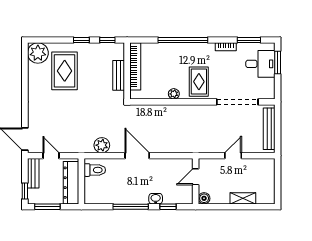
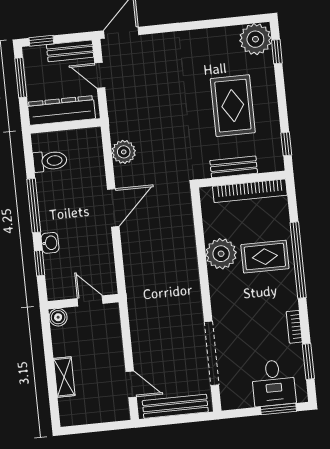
window: (81, 40) -> (277, 52), moved
rug: (65, 71) -> (233, 106), moved, turned 90
rug: (199, 82) -> (265, 257), moved
plant: (174, 94) -> (221, 254), width x1.87, depth x1.87
door: (51, 156) -> (100, 75), swing flipped
door: (233, 156) -> (131, 384), moved
toilet: (95, 170) -> (50, 161), moved, turned -90

